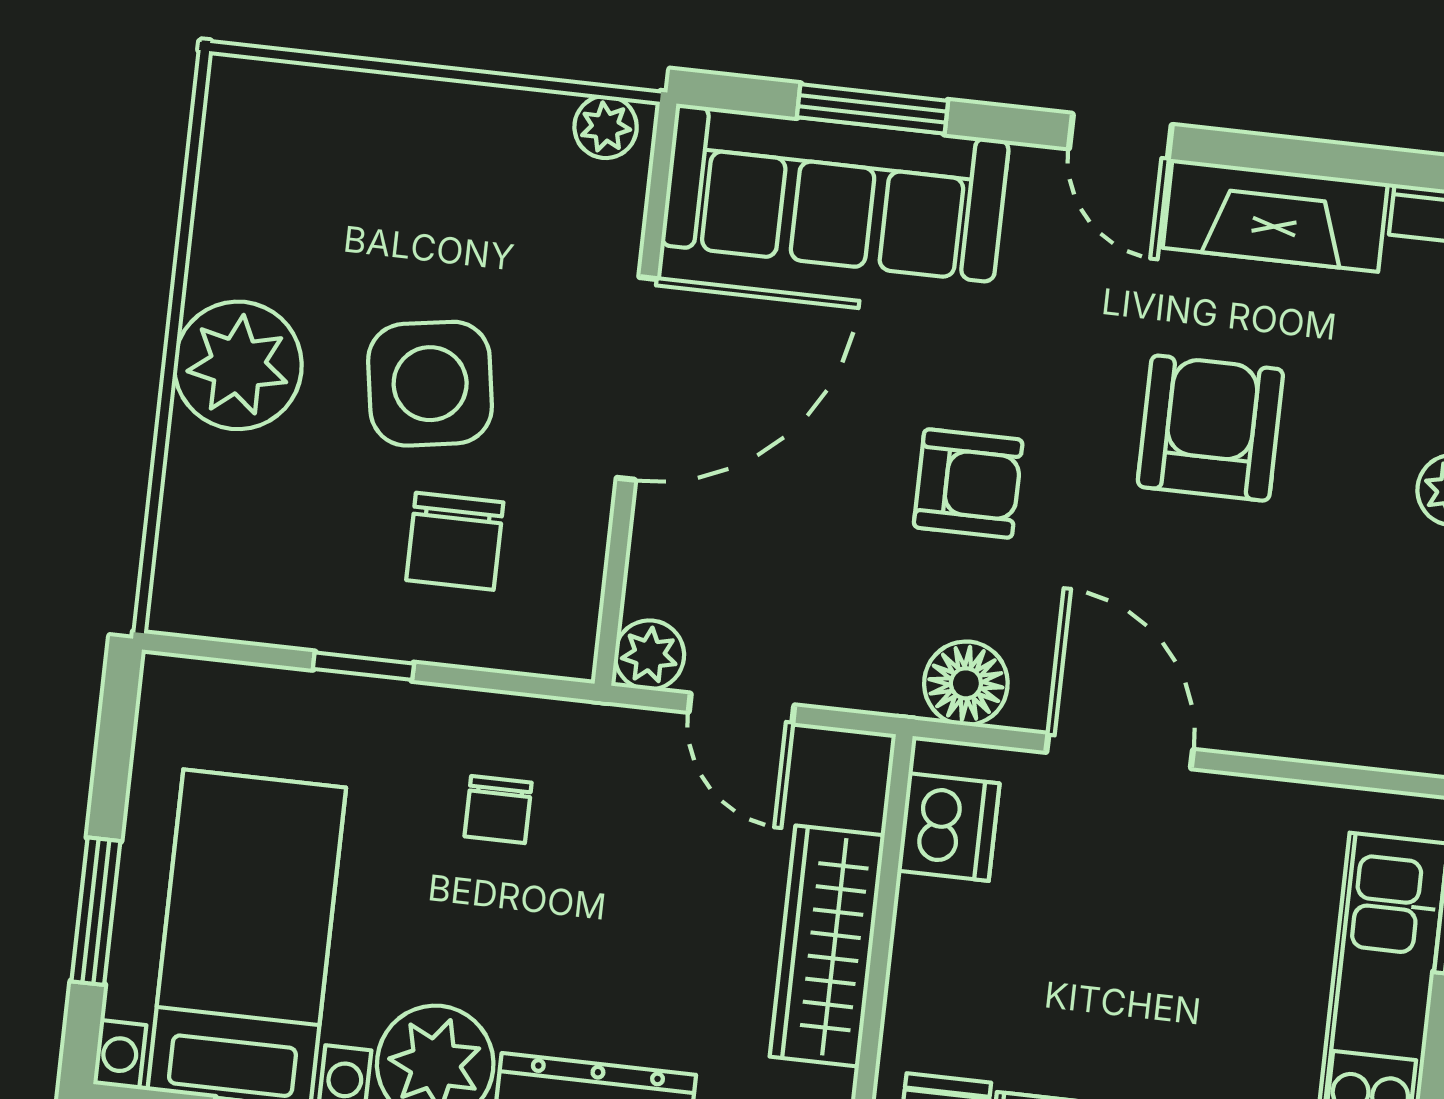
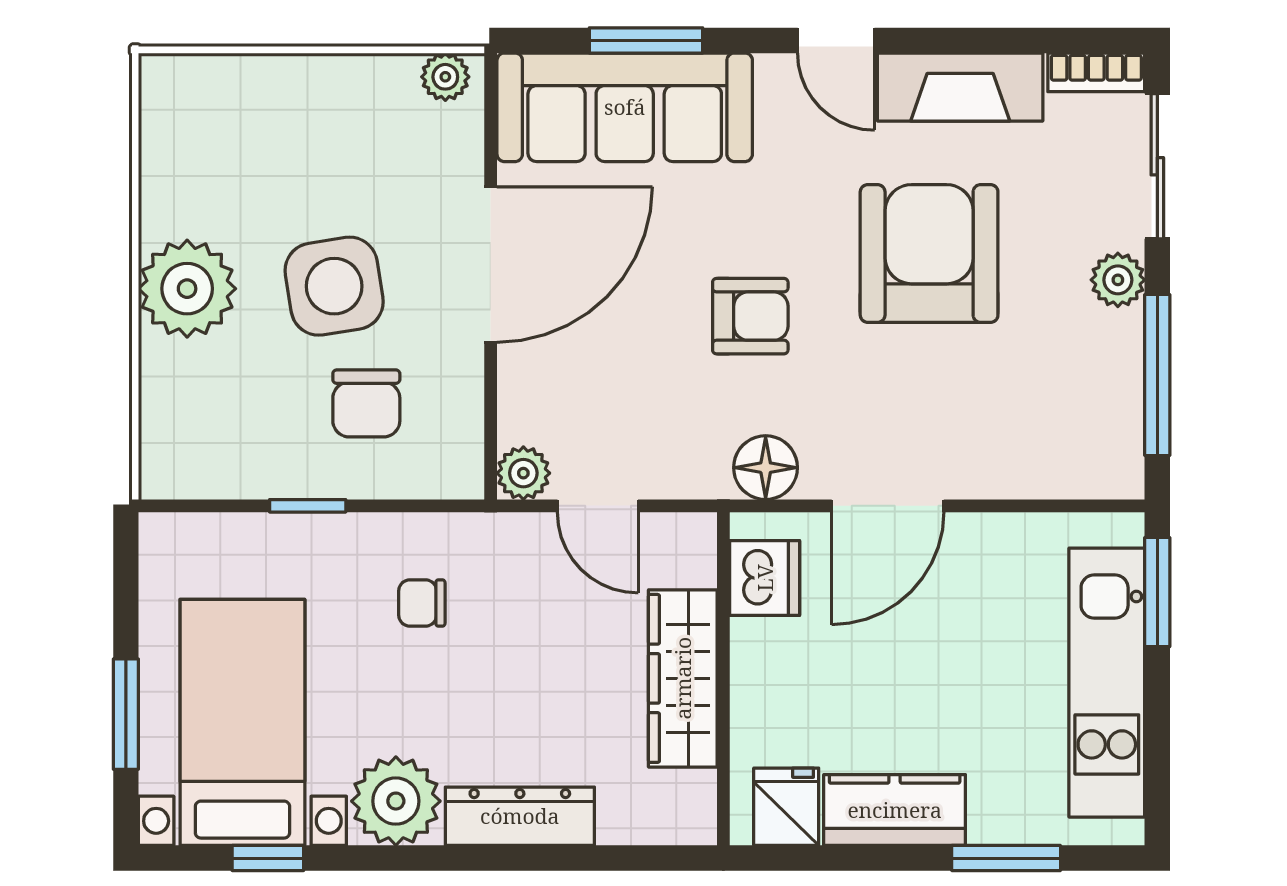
armchair: (1210, 428) -> (929, 253), width x1.36, depth x1.36
door: (1120, 751) -> (888, 506), swing flipped
chair: (498, 810) -> (422, 603), turned 90

